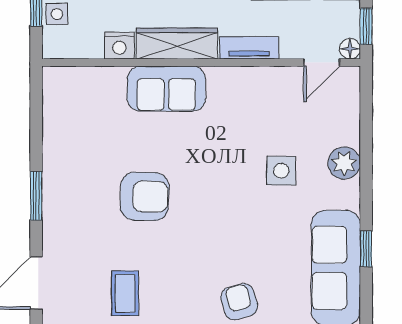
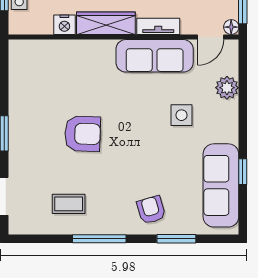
sofa: (166, 89) -> (155, 56), moved, width x1.36
plant: (344, 163) -> (227, 88), moved
coffee table: (125, 293) -> (69, 204), turned 90

